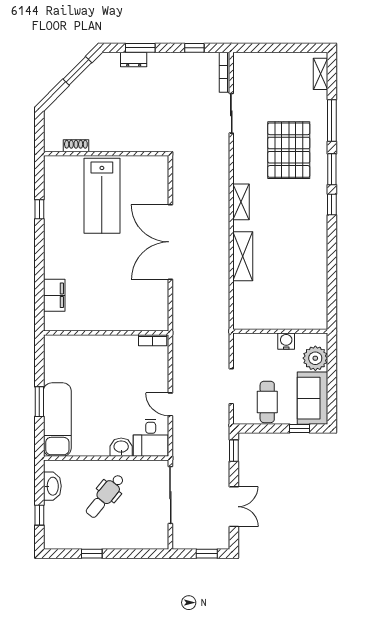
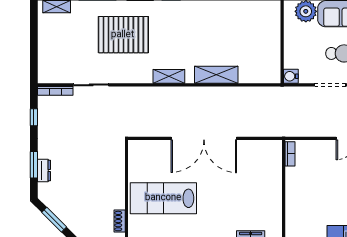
lab bench: (102, 196) -> (163, 198), turned 180
water cooler: (286, 341) -> (291, 76), moved

